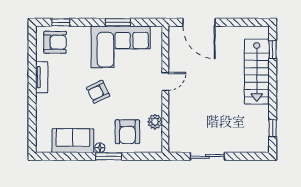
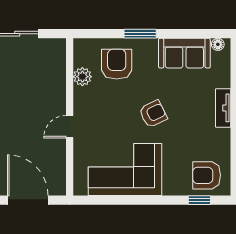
window: (118, 22) -> (128, 200), removed
tv unit: (42, 77) -> (223, 108), moved
floor lamp: (100, 148) -> (218, 44), moved

